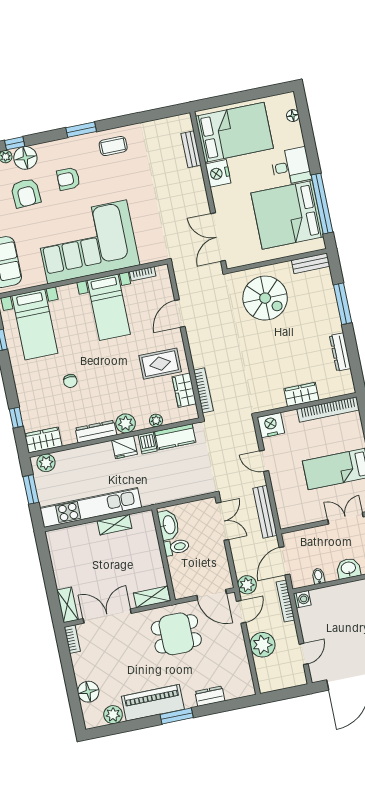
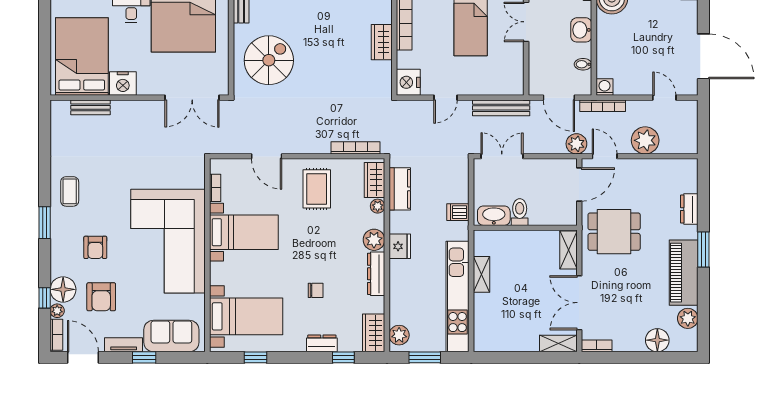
armchair: (26, 193) -> (101, 297), turned 93
wardrobe: (184, 390) -> (375, 180), moved, turned 90
dresser: (25, 396) -> (322, 343), added
dishwasher: (148, 443) -> (458, 212), moved, turned 180
dining table: (176, 634) -> (614, 232), turned 90

